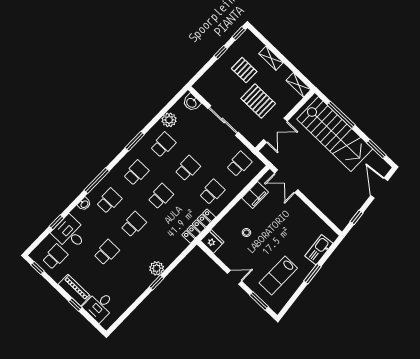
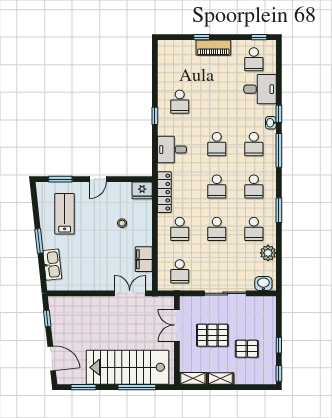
shelving: (271, 58) -> (220, 379), moved
window: (56, 222) -> (279, 114), moved
school desk: (106, 252) -> (180, 102), moved
plant: (157, 268) -> (165, 127), removed
desk: (99, 306) -> (172, 150), moved, turned -90

